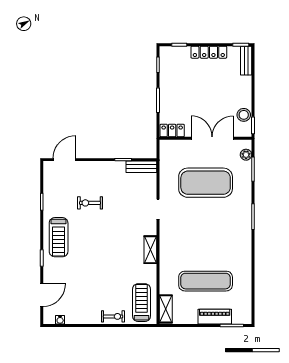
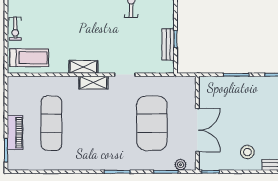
stool: (244, 115) -> (247, 152), moved
locker: (172, 131) -> (205, 89), removed
bench: (141, 167) -> (168, 44), moved
shelving: (166, 309) -> (93, 83), moved

